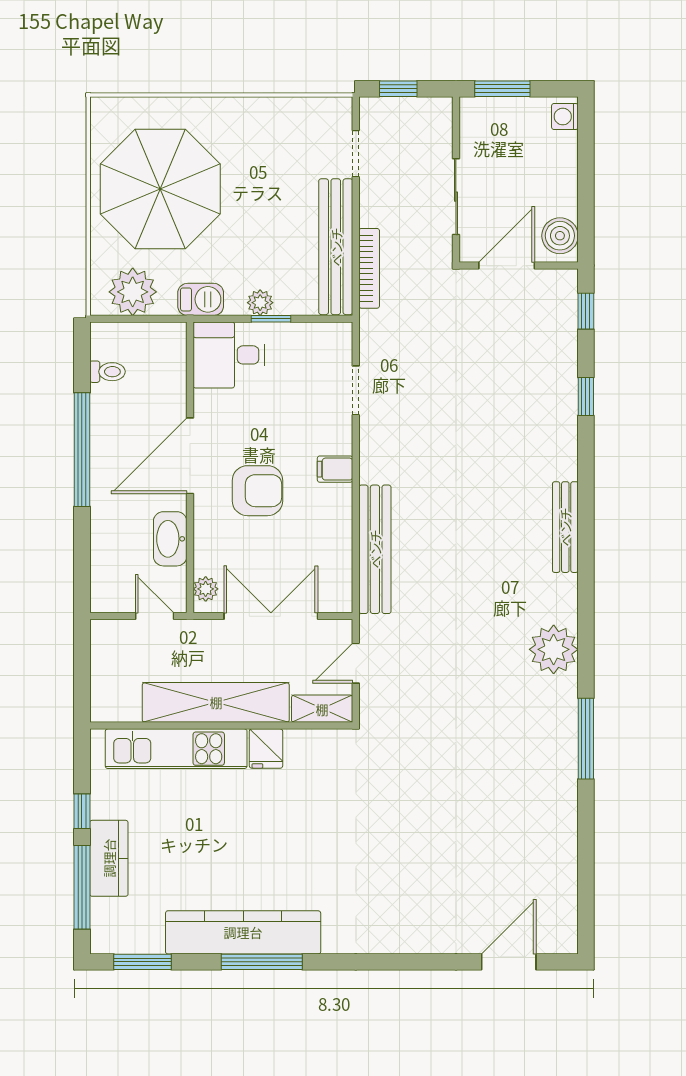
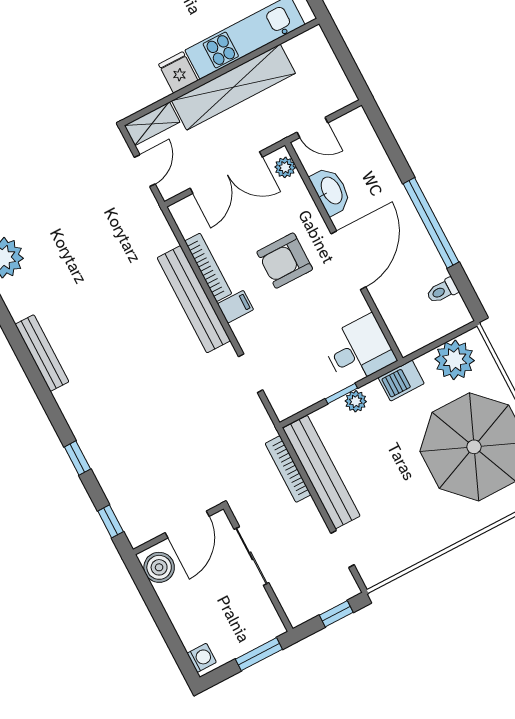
bookcase: (342, 526) -> (208, 267), added
bench: (375, 549) -> (194, 299), moved

